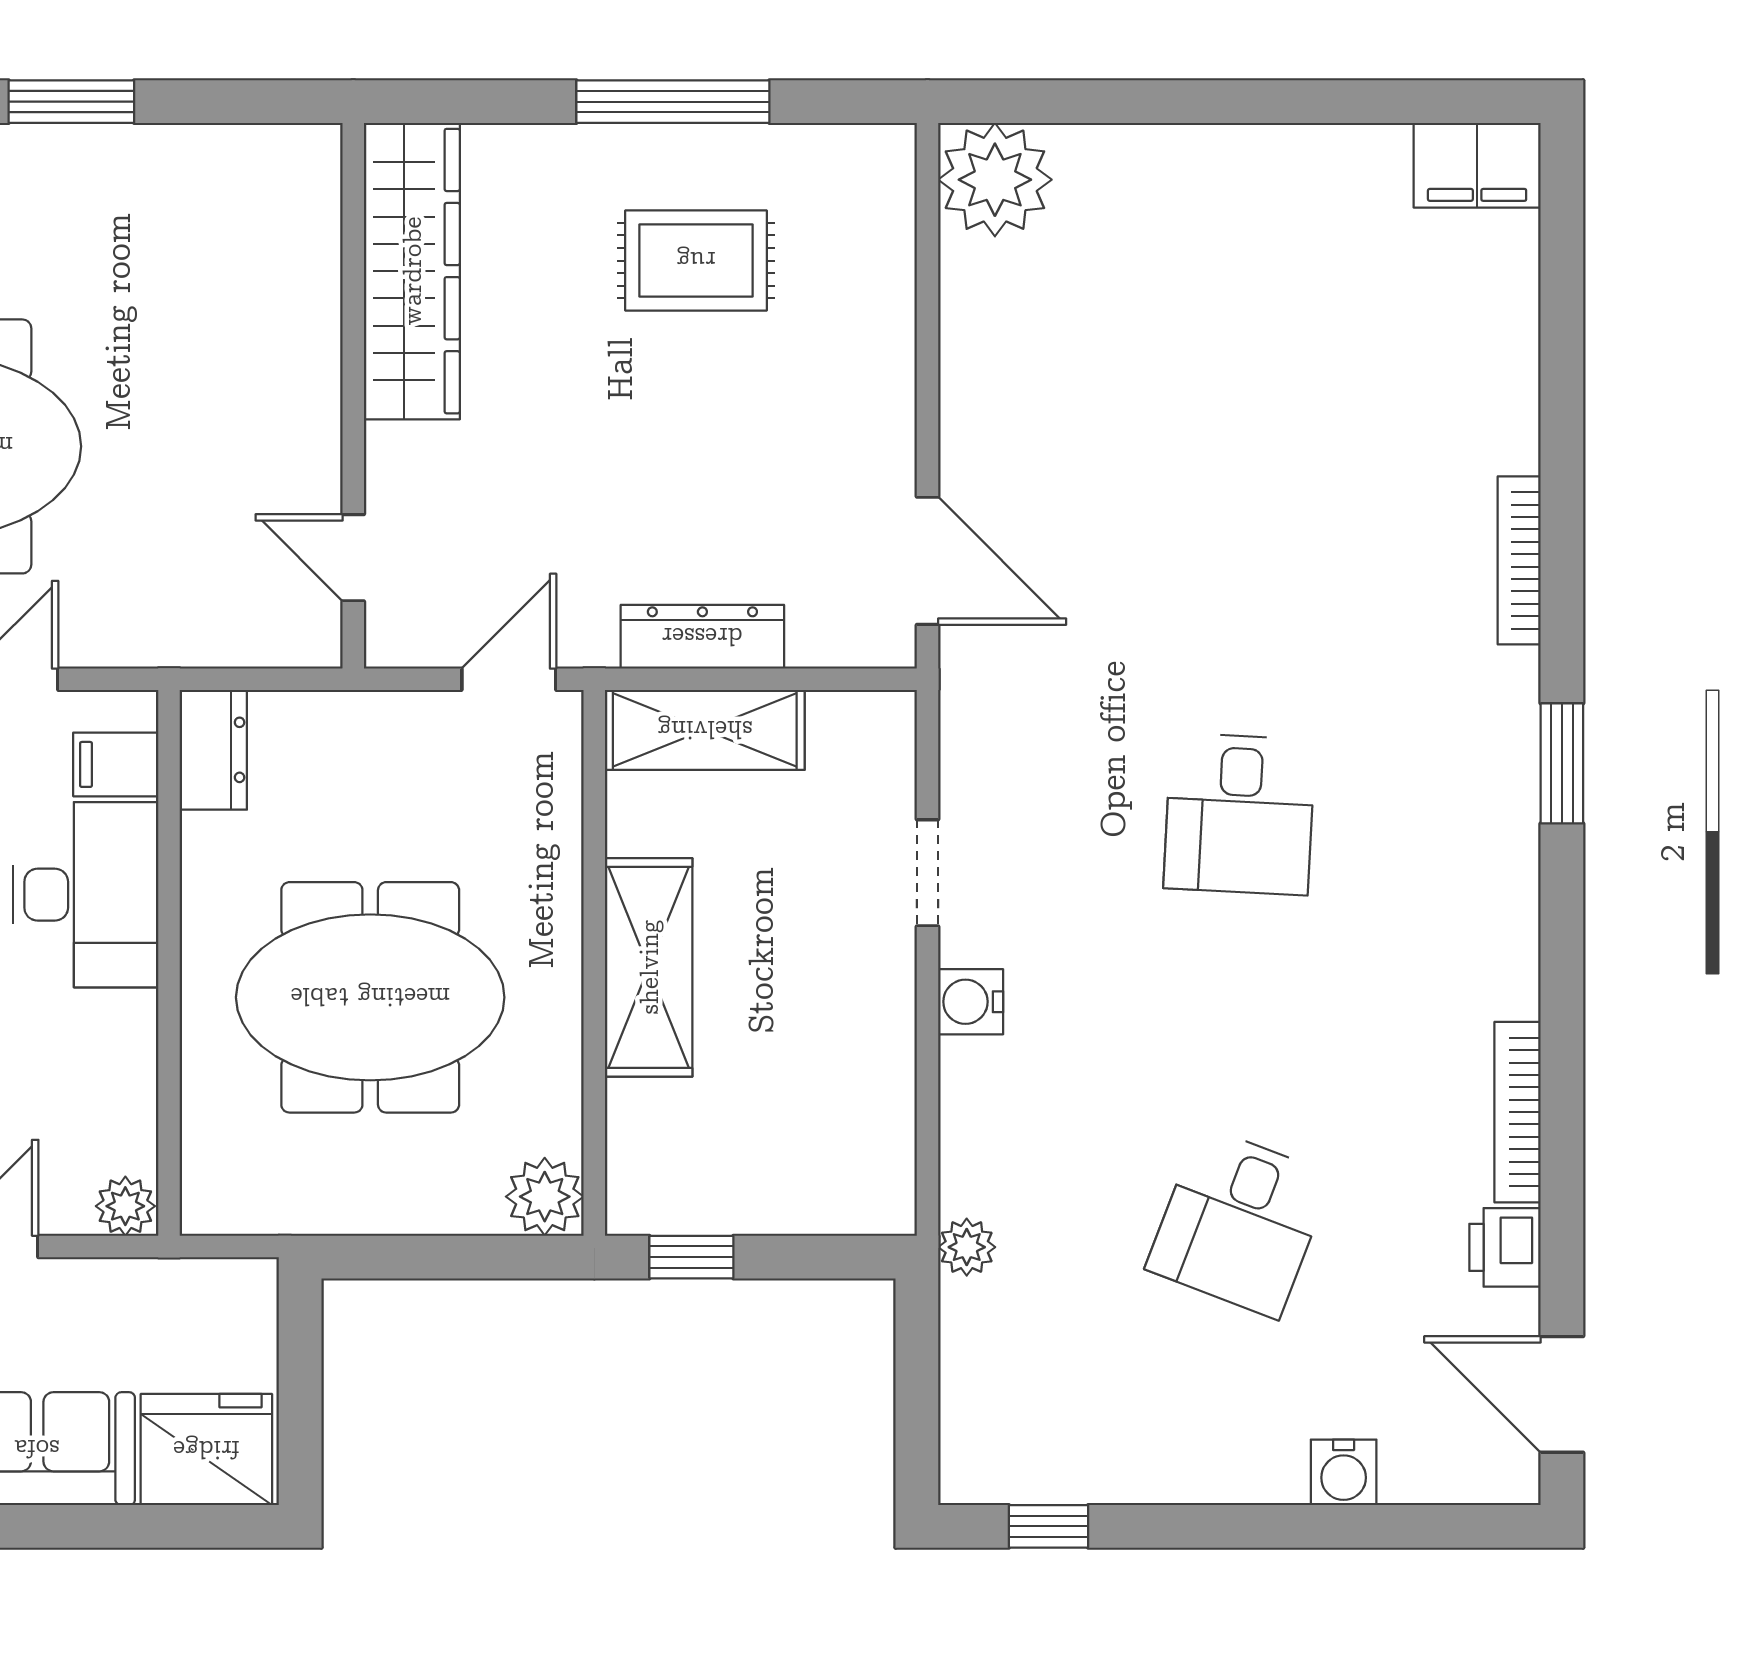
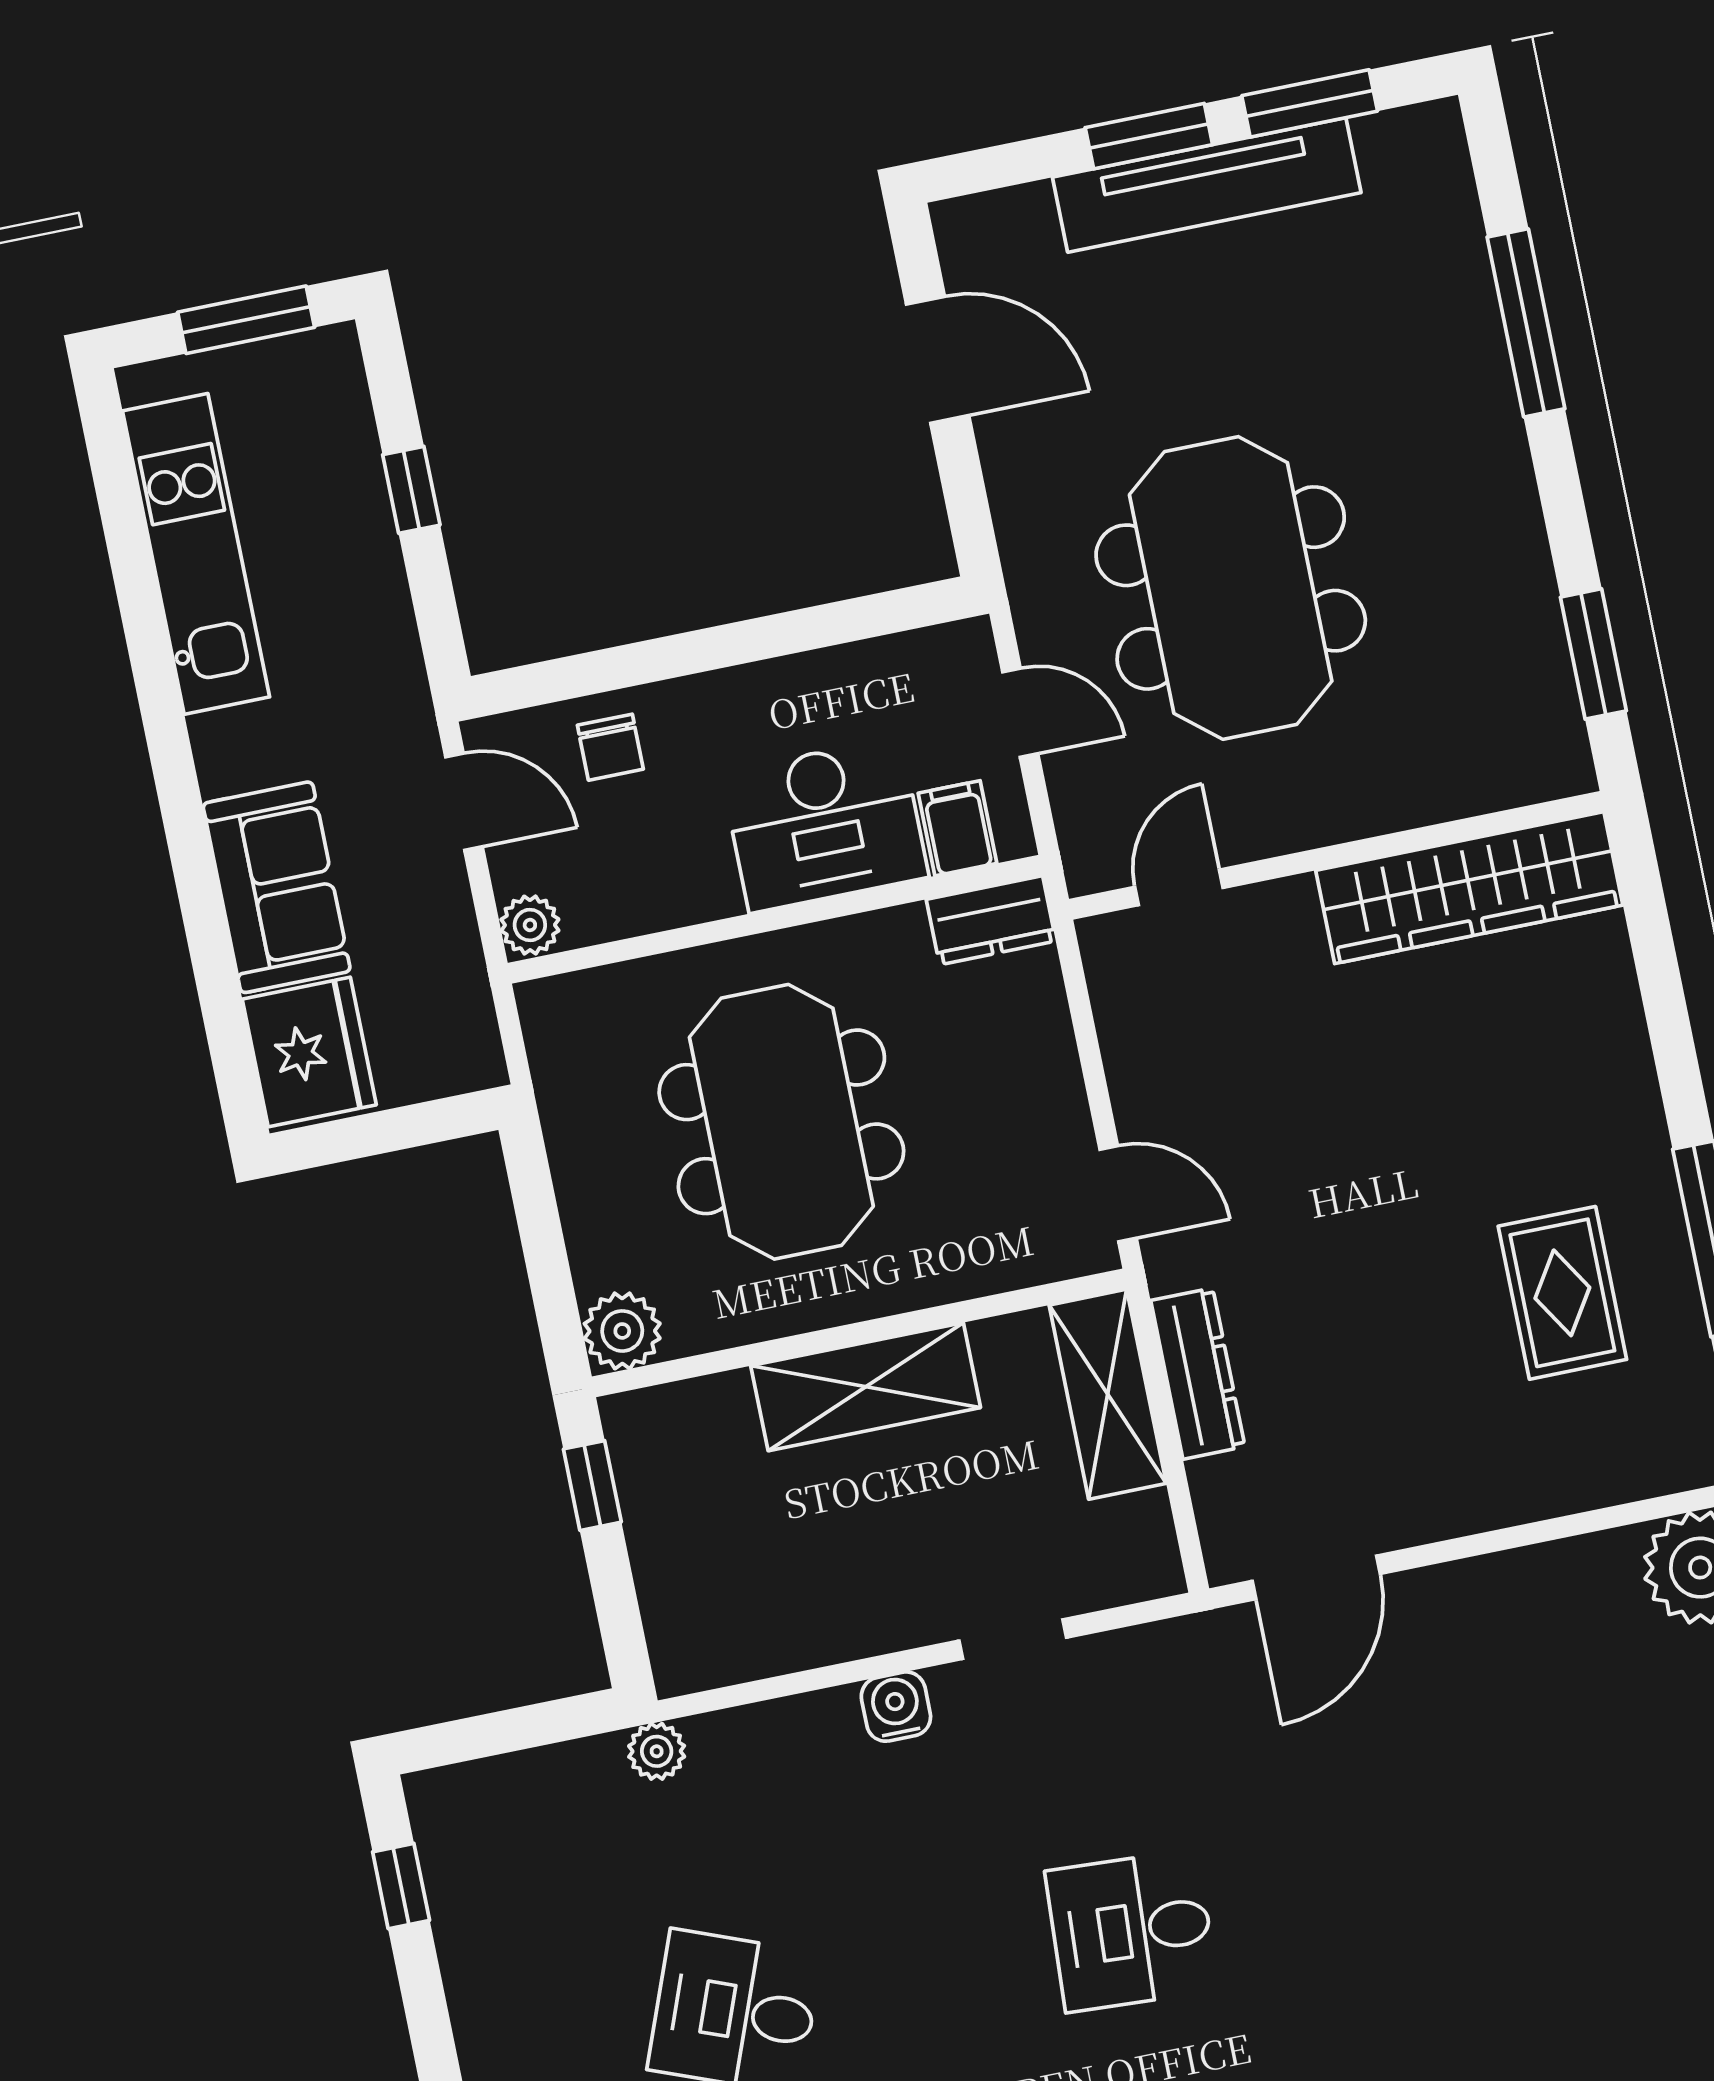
wardrobe: (412, 271) -> (1469, 888), moved
wall: (353, 396) -> (1336, 855), moved
door: (353, 558) -> (1179, 887), moved

